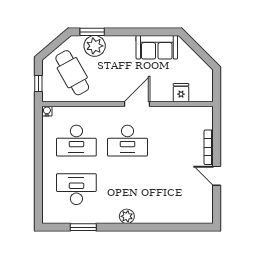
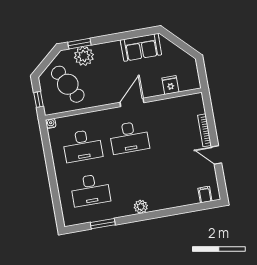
desk: (76, 189) -> (90, 190), turned 180
filing cabinet: (197, 215) -> (205, 195), added

